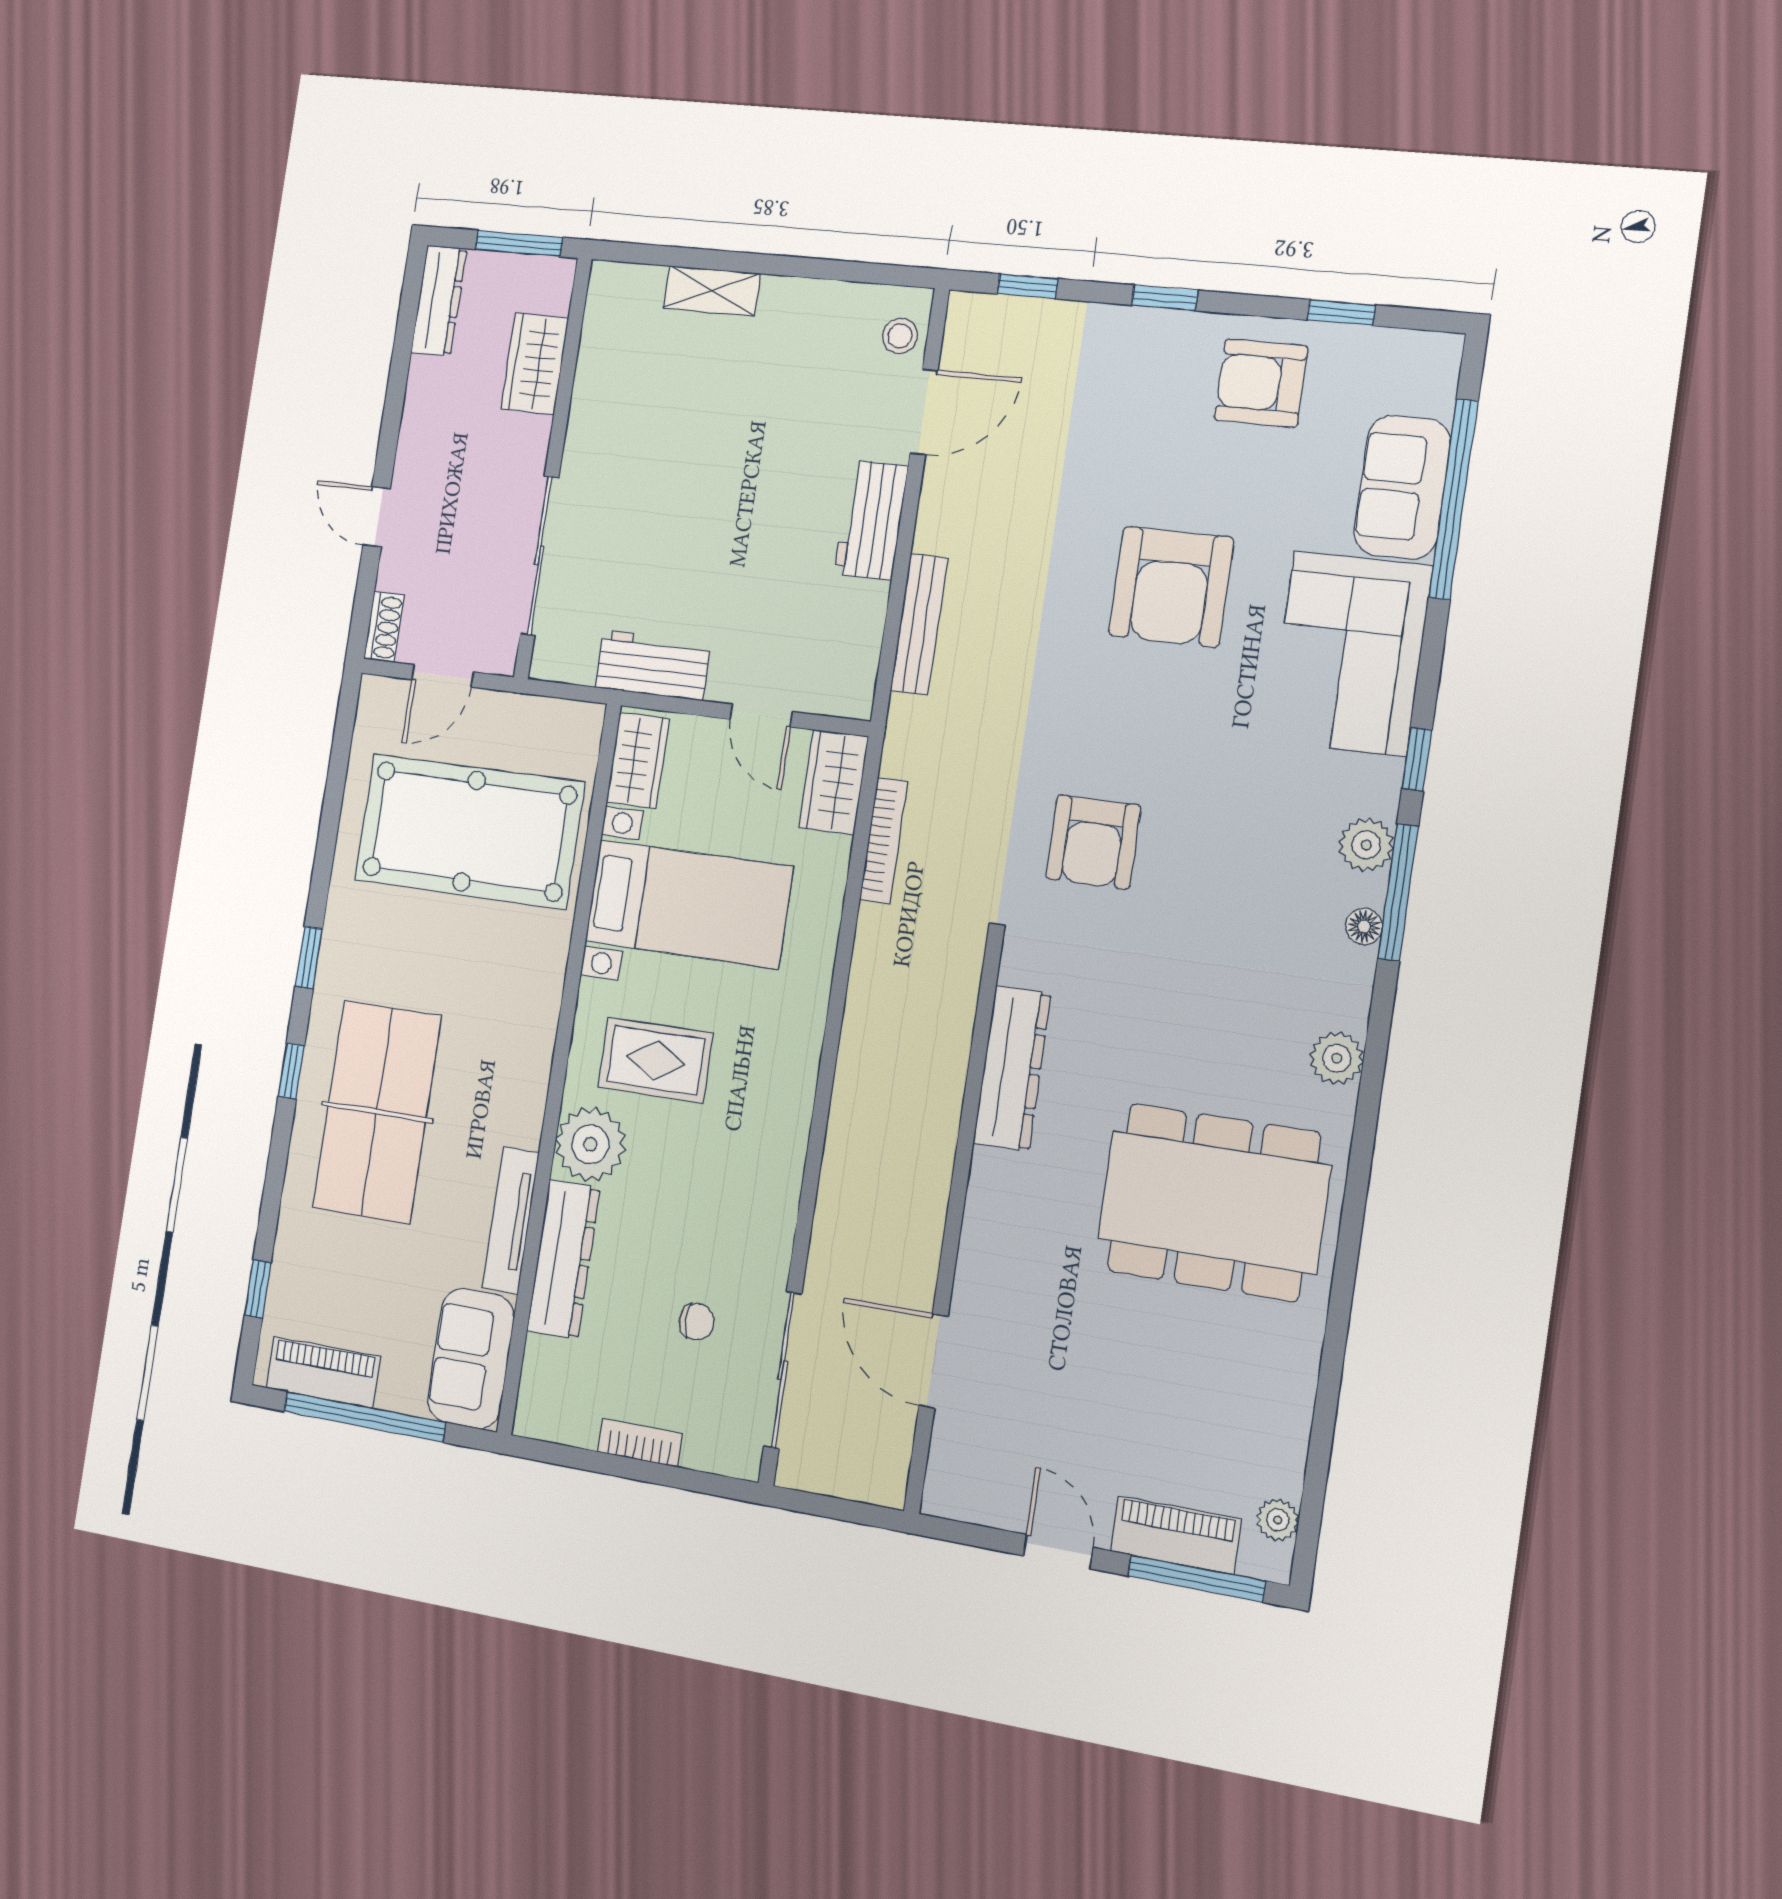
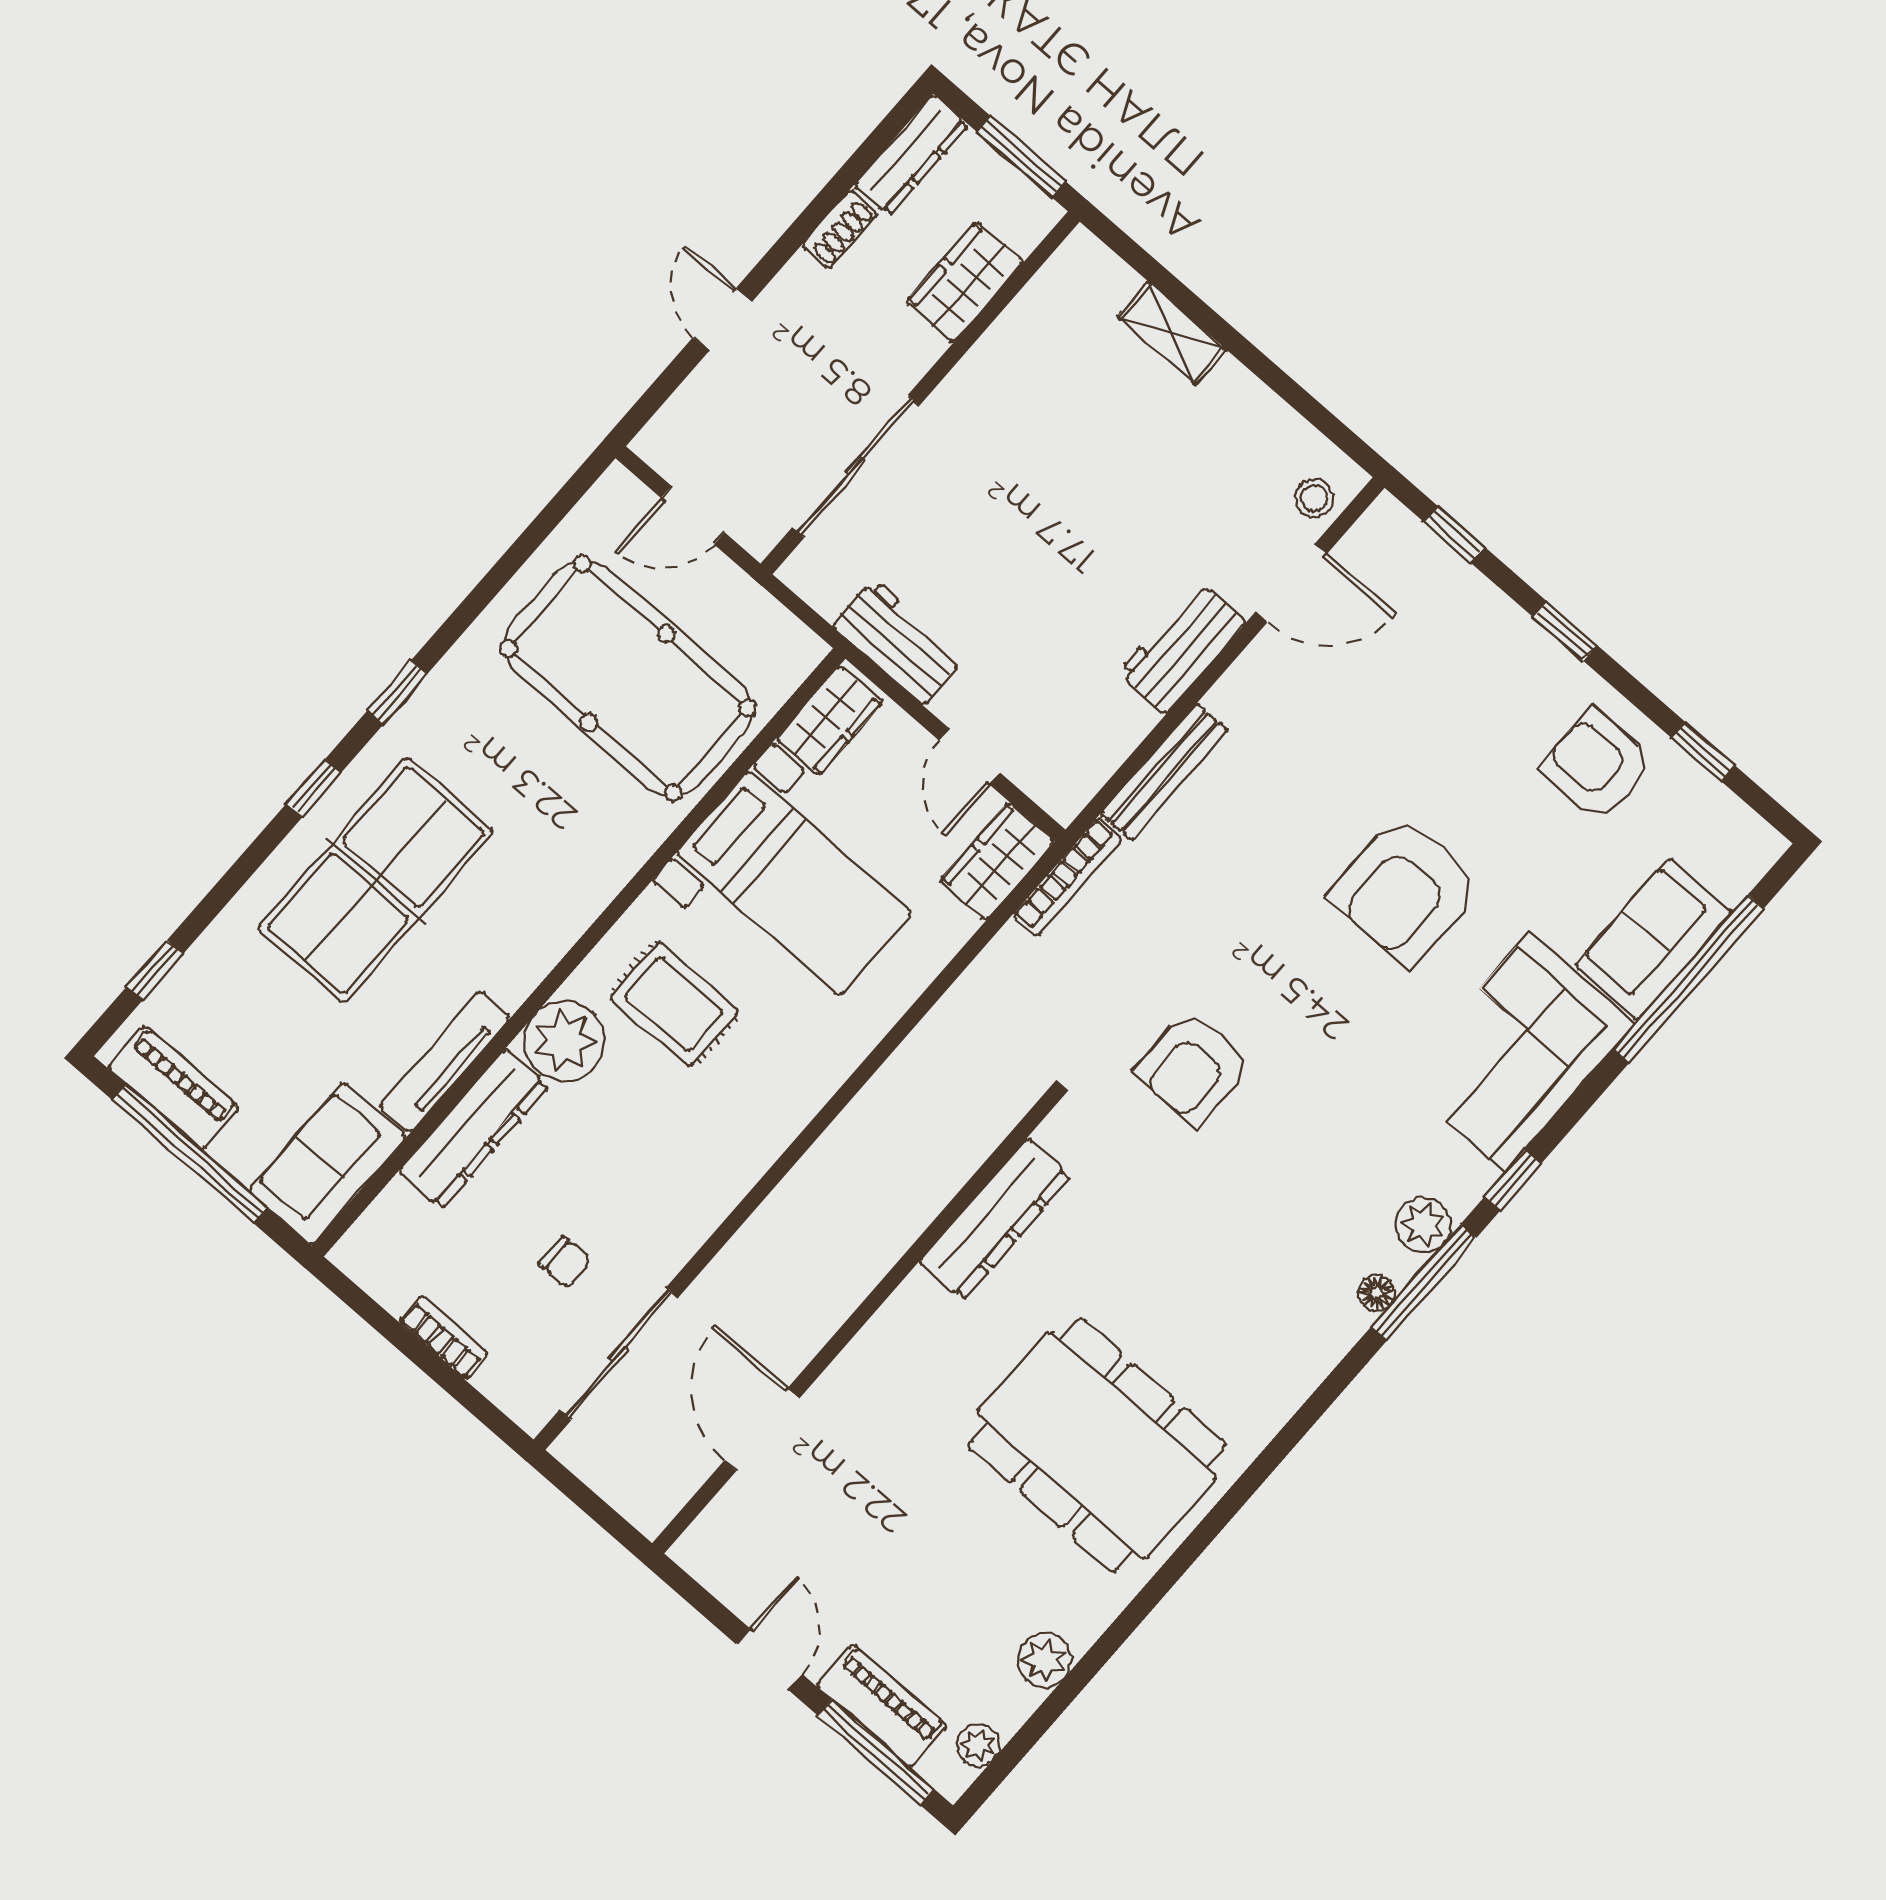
shoe rack: (384, 627) -> (839, 229), moved
bookcase: (884, 841) -> (1067, 877), moved
plant: (1337, 1058) -> (1044, 1660), moved

